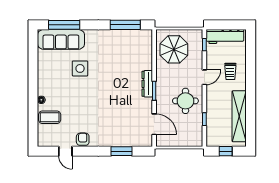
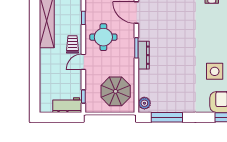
workbench: (225, 36) -> (67, 105), width x0.73
plant: (147, 38) -> (144, 103), added
trolley: (230, 71) -> (72, 44), moved

